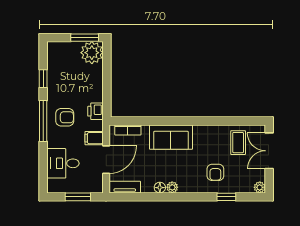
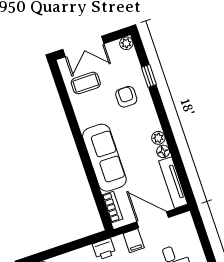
sofa: (171, 137) -> (104, 158), width x1.36
armchair: (215, 172) -> (126, 97), turned -90
tv unit: (125, 187) -> (173, 183), width x1.41
window: (78, 197) -> (203, 237), removed

